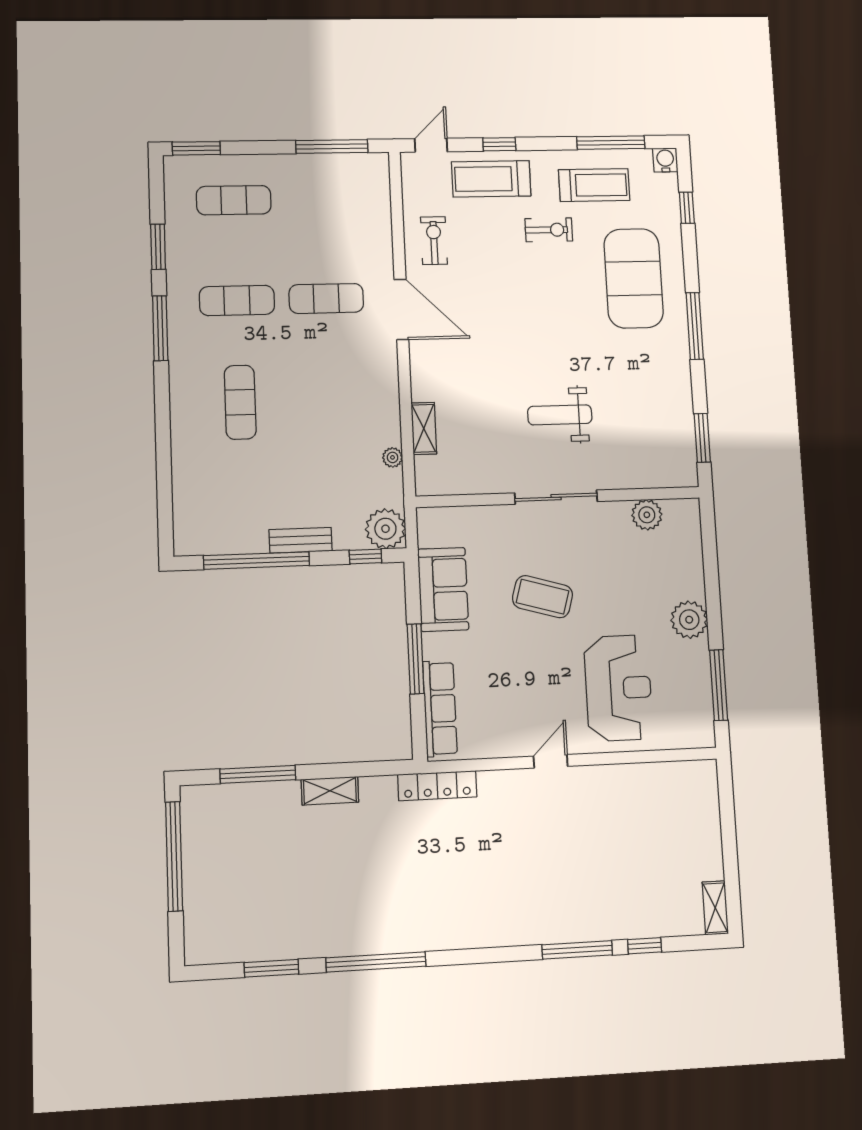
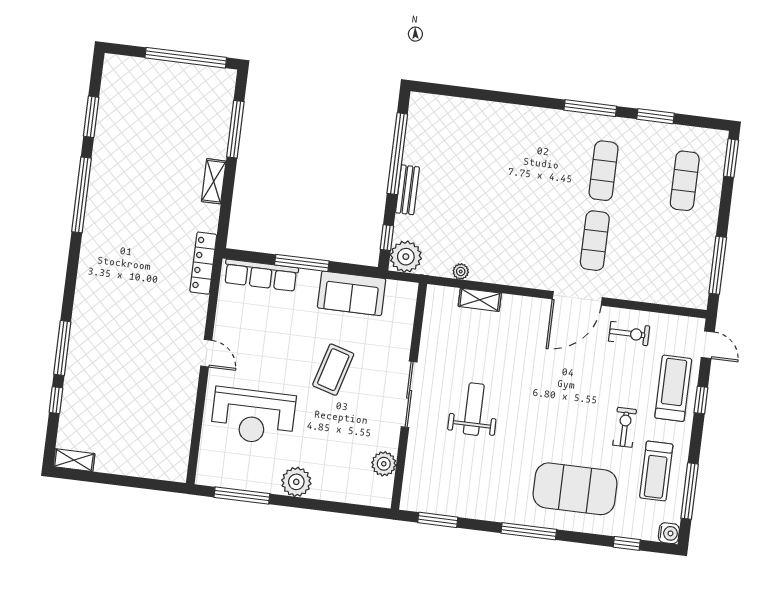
exercise bike: (549, 230) -> (625, 427), turned 180
exercise mat: (240, 402) -> (522, 161), removed

